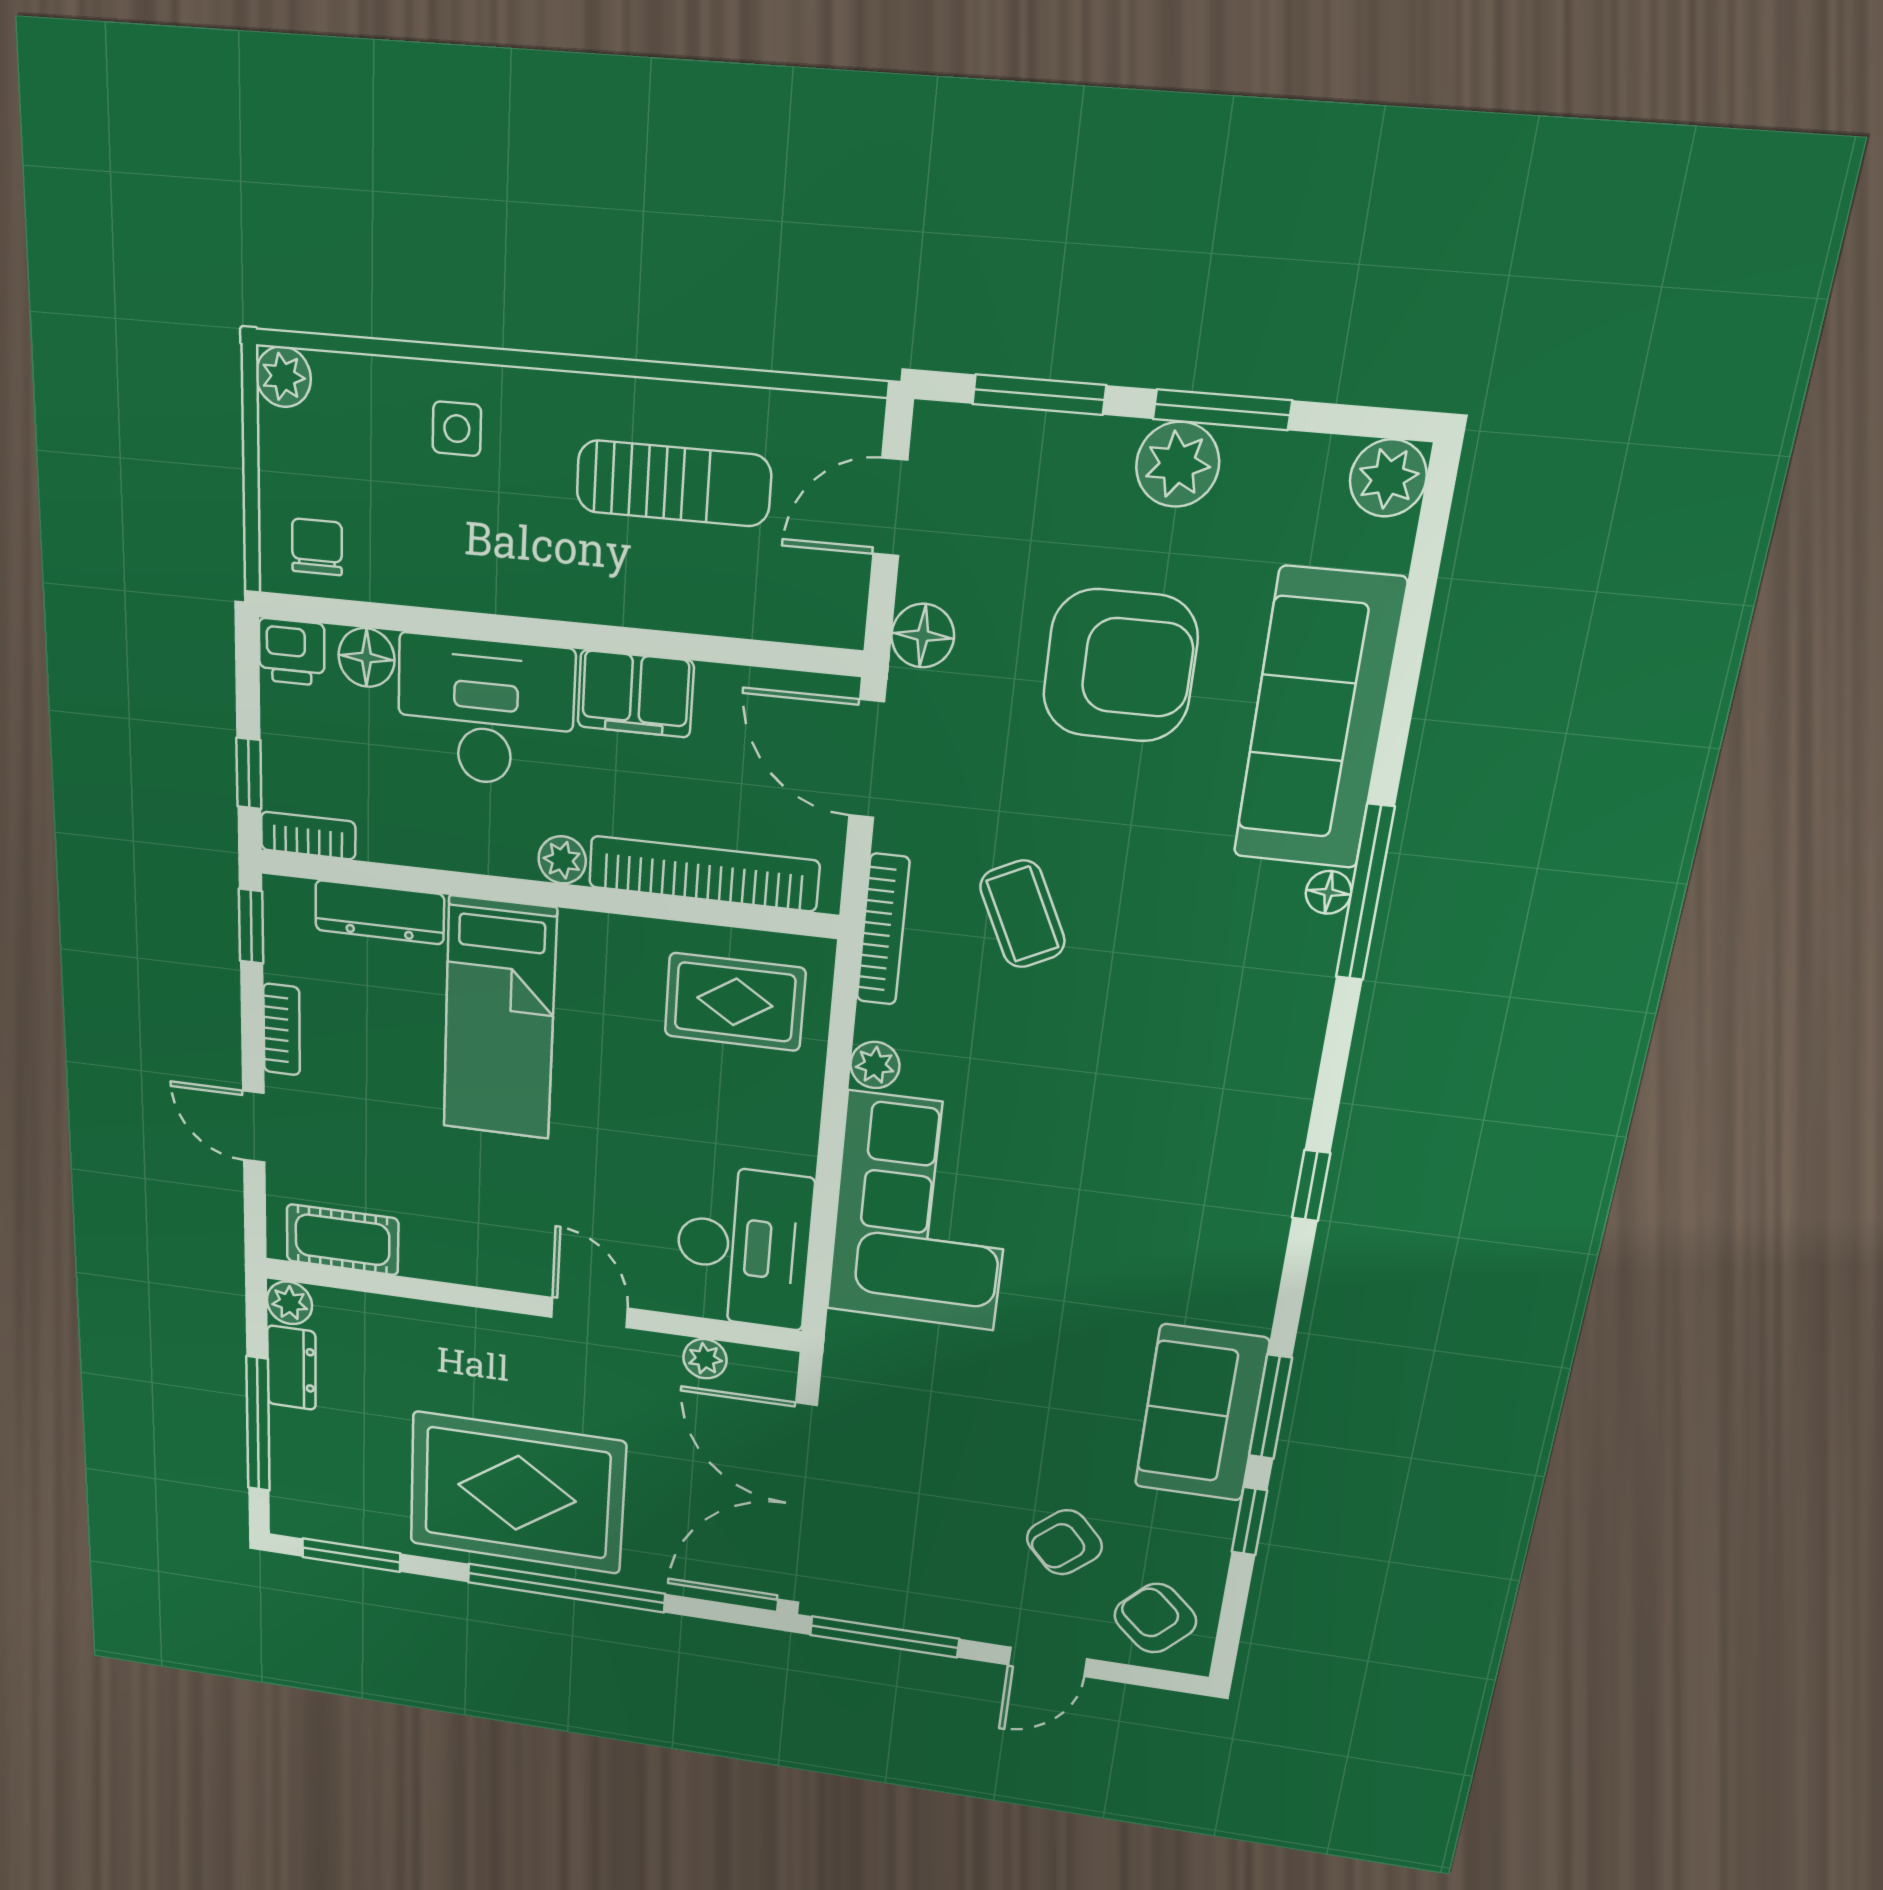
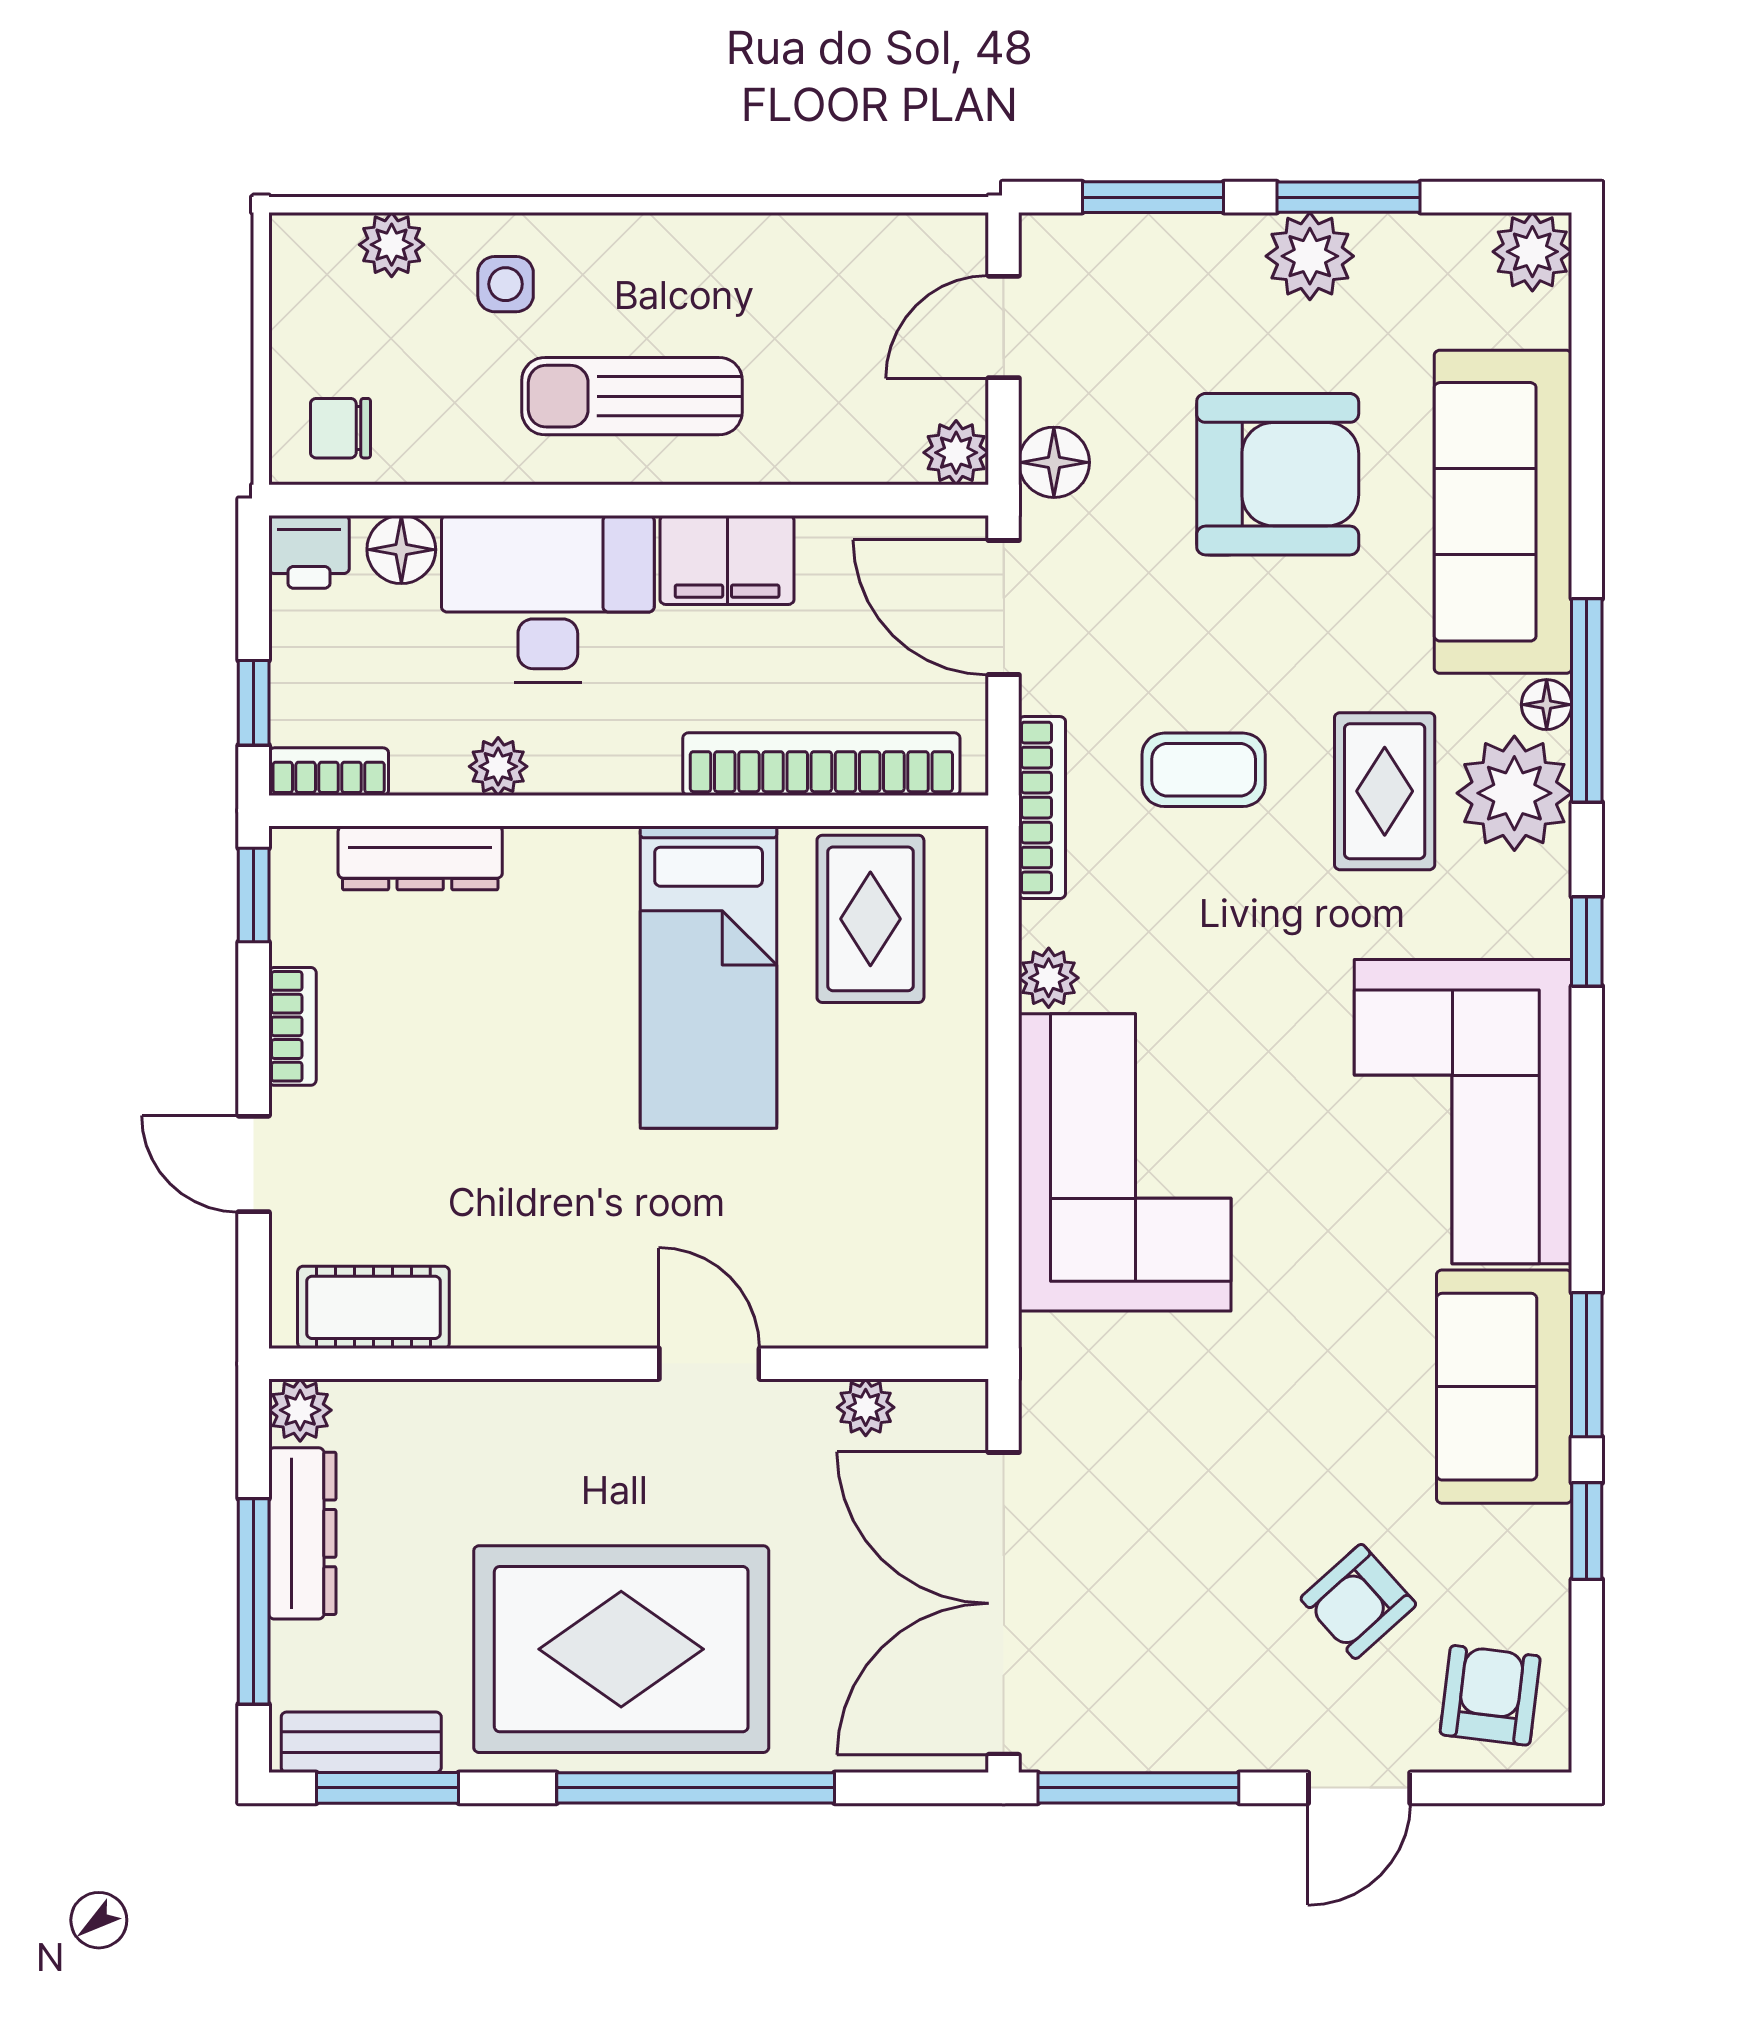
plant: (283, 377) -> (392, 245), moved
sun lounger: (673, 483) -> (632, 396), moved, turned 180
chair: (317, 547) -> (340, 428), turned -90
plant: (838, 619) -> (956, 453), added
plant: (562, 860) -> (498, 766), moved
coffee table: (1022, 914) -> (1204, 770), turned -64
rug: (1175, 949) -> (1385, 791), added
plant: (1287, 963) -> (1514, 793), added
rug: (735, 1002) -> (870, 919), turned 90
bed: (499, 1019) -> (709, 977), moved
window: (1311, 1186) -> (1587, 941), moved
corner sofa: (1201, 1209) -> (1463, 1112), added
desk: (743, 1247) -> (905, 1242), removed
dresser: (292, 1368) -> (302, 1533), width x1.44
bench: (333, 1524) -> (361, 1742), added
armchair: (1155, 1618) -> (1490, 1695), turned 54

